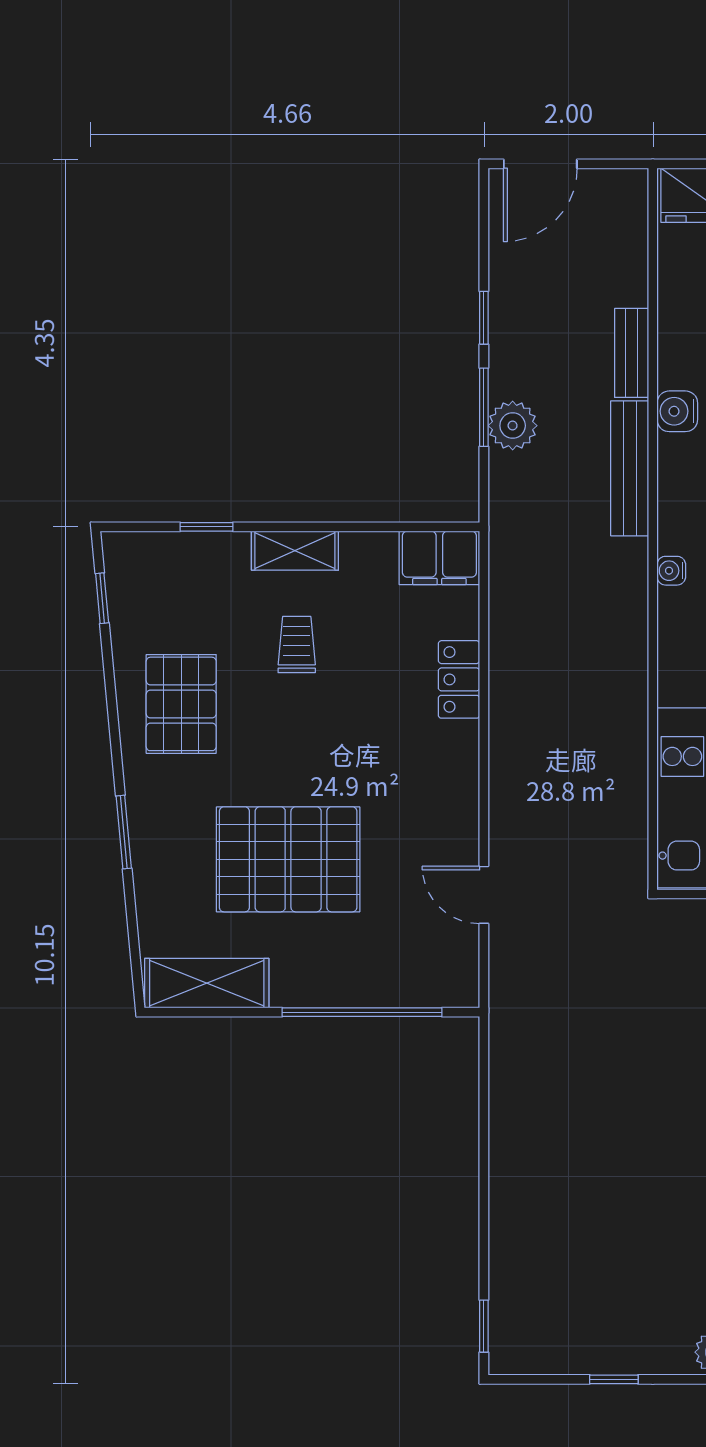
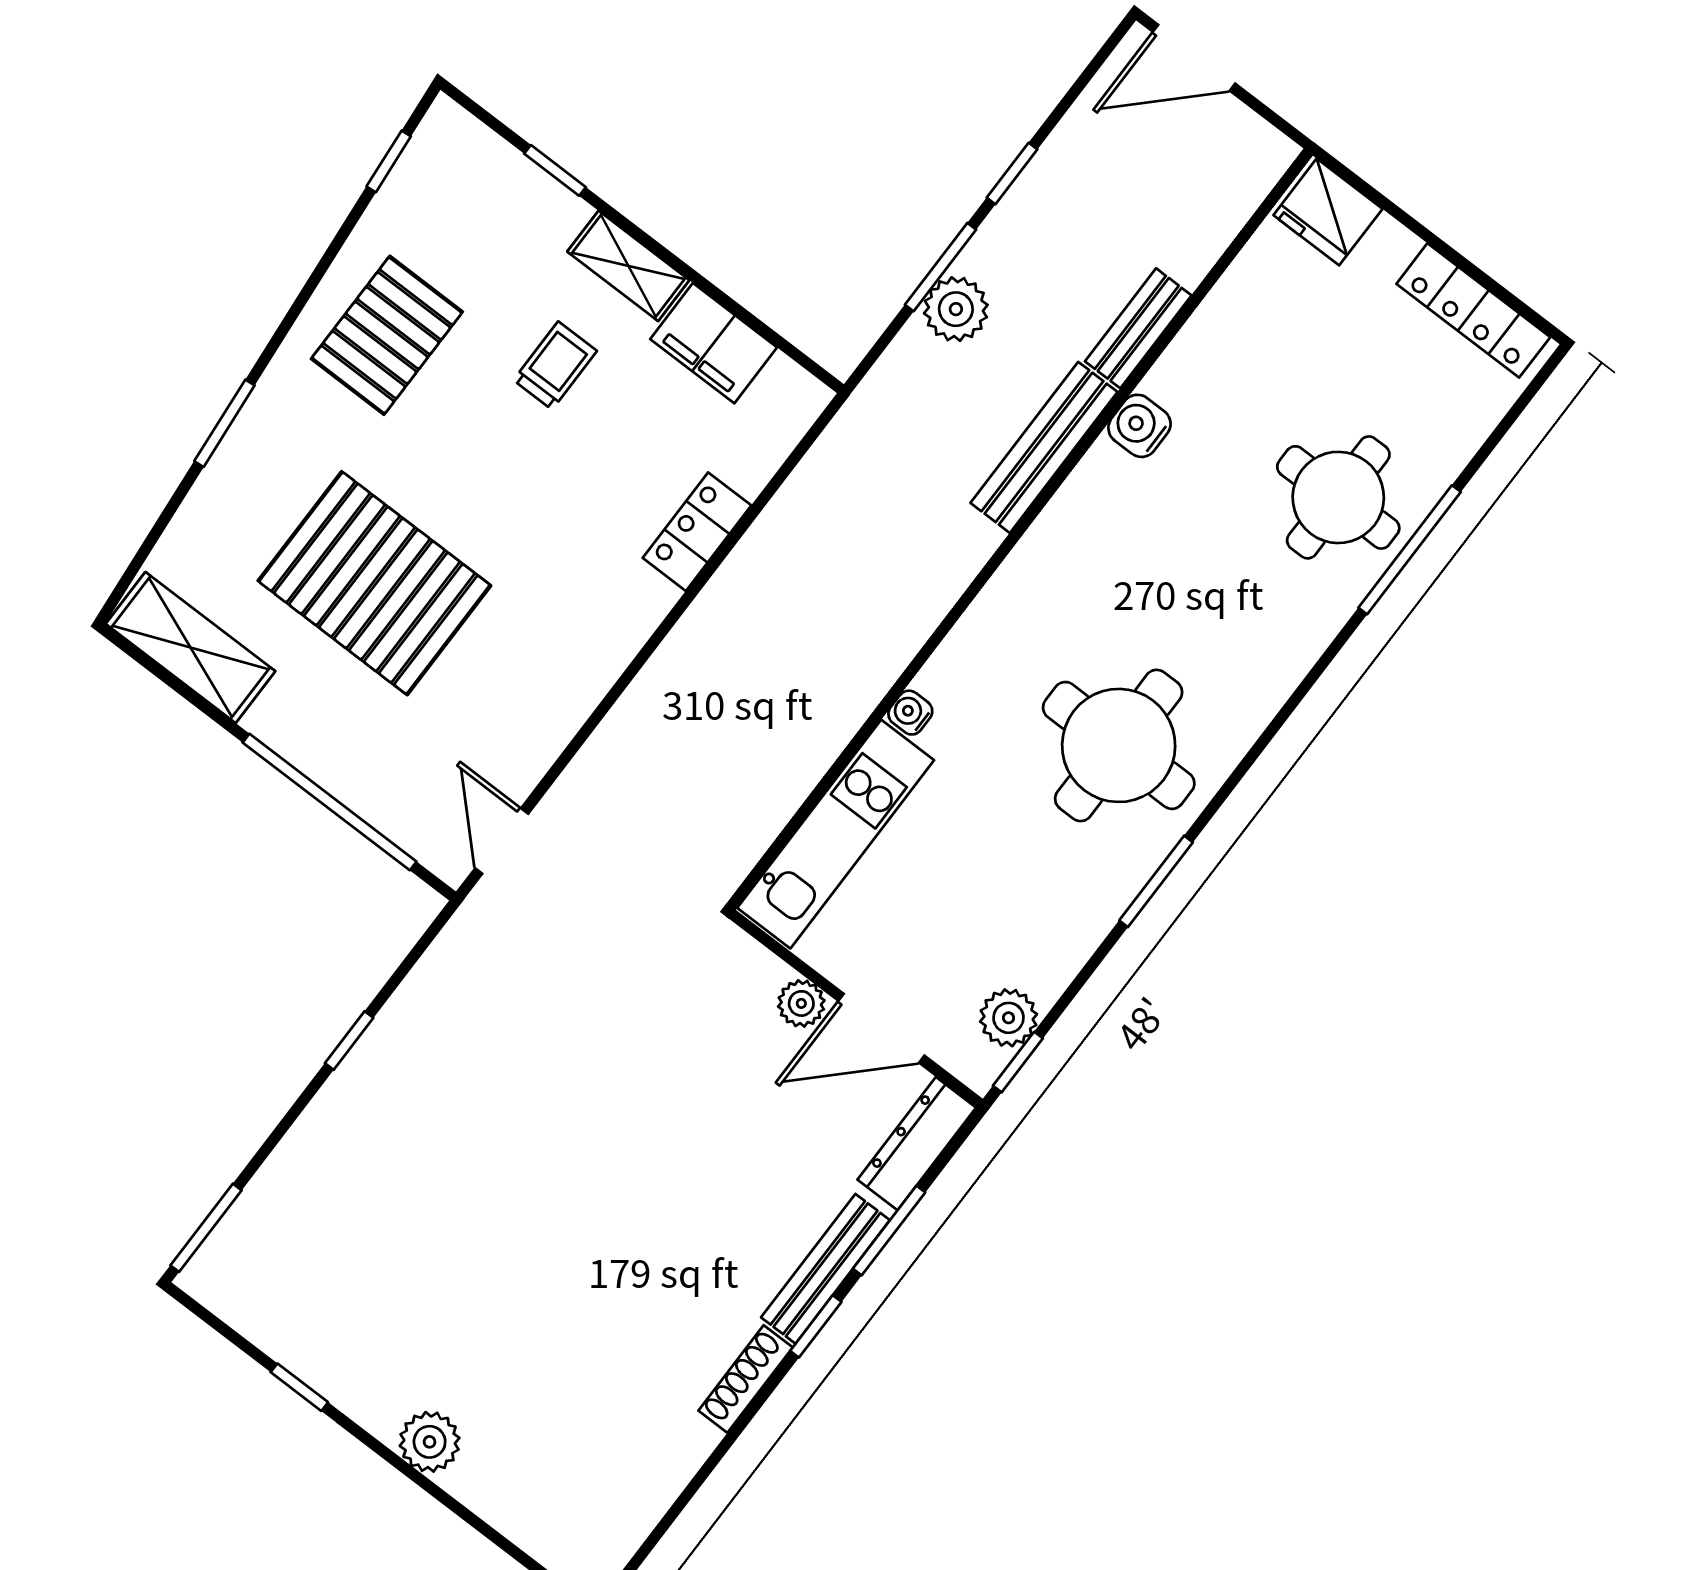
filing cabinet: (439, 558) -> (714, 343), moved
water cooler: (671, 571) -> (910, 713), moved
door: (484, 895) -> (502, 841), moved
window: (484, 1147) -> (349, 1041), added
window: (484, 1326) -> (206, 1228), width x1.50

